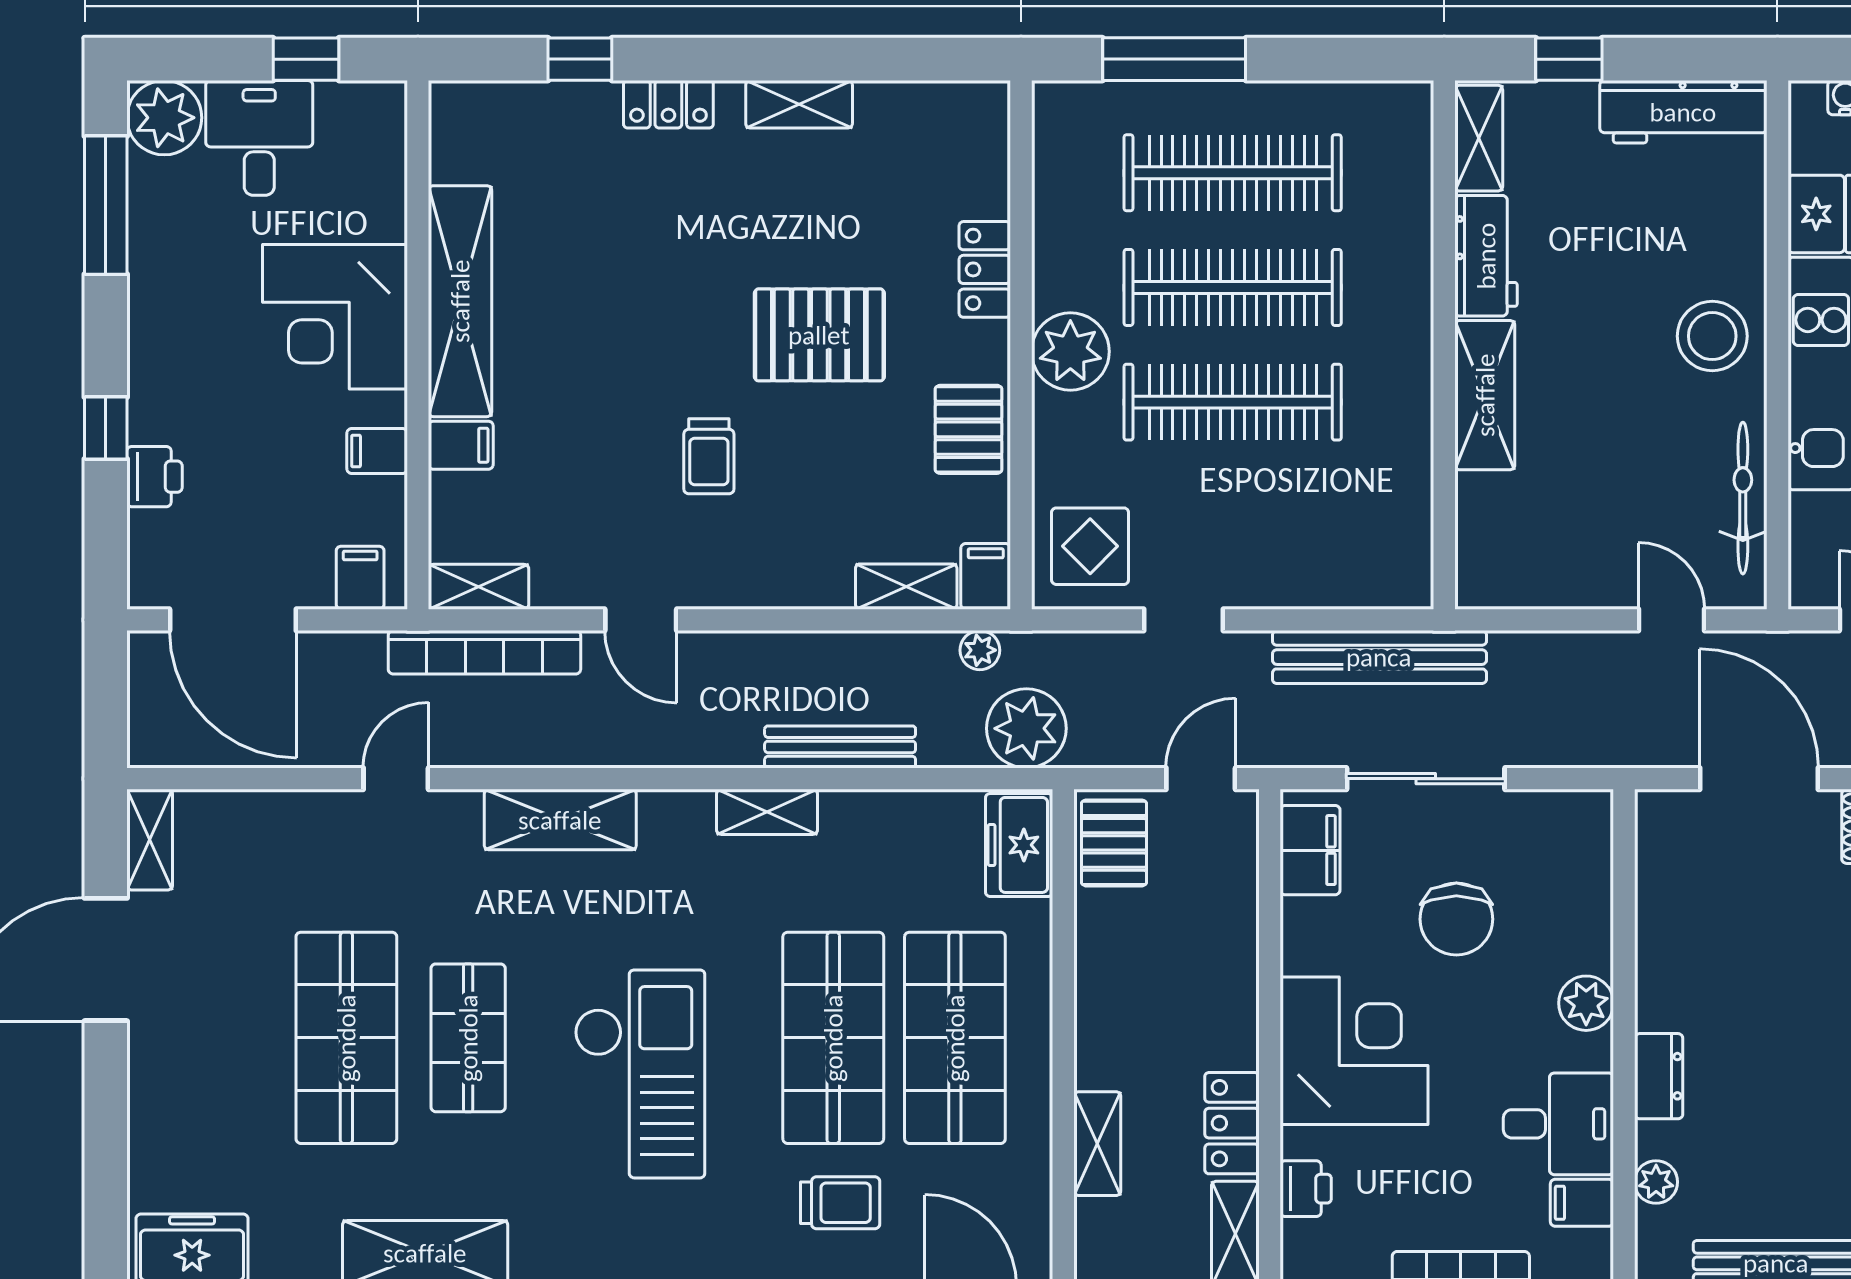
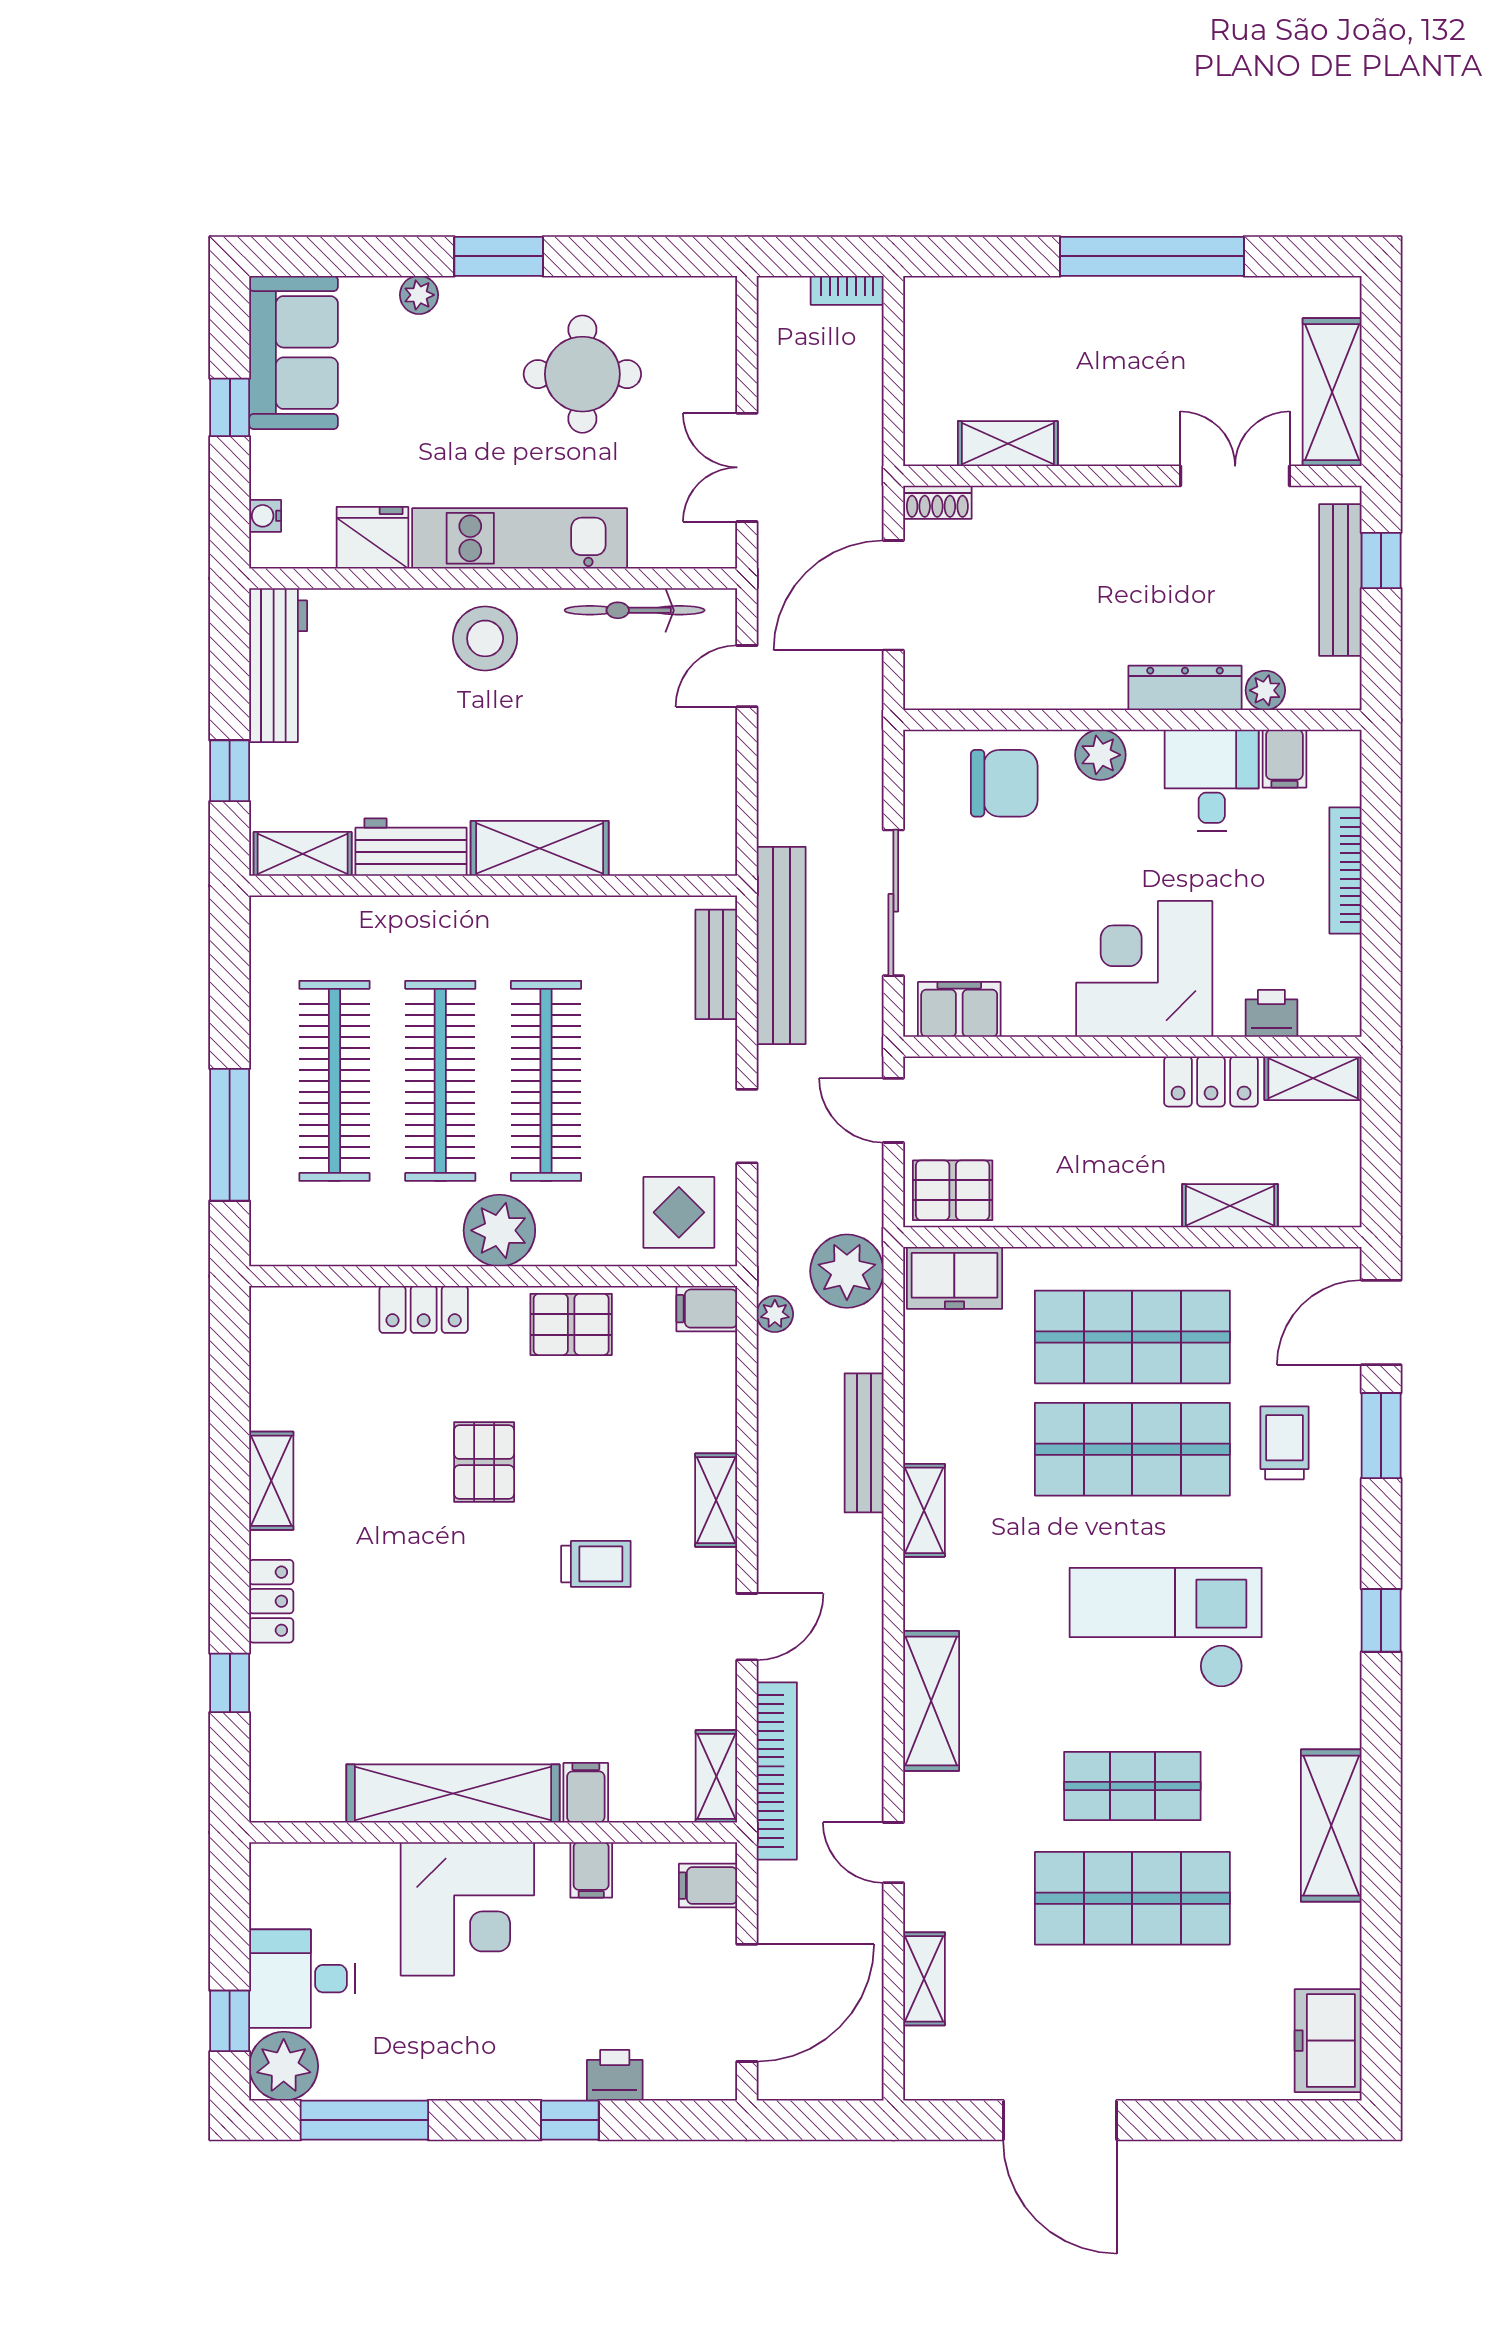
window: (306, 59) -> (230, 2021), moved
pallet: (819, 335) -> (484, 1462), width x0.67, depth x0.71
shelving: (906, 587) -> (716, 1500), moved
bench: (1359, 587) -> (716, 964), added
shelving: (150, 840) -> (924, 1979), moved, turned 90
chair: (1456, 919) -> (1004, 783), moved
dresser: (1659, 1076) -> (1185, 688), width x1.44

